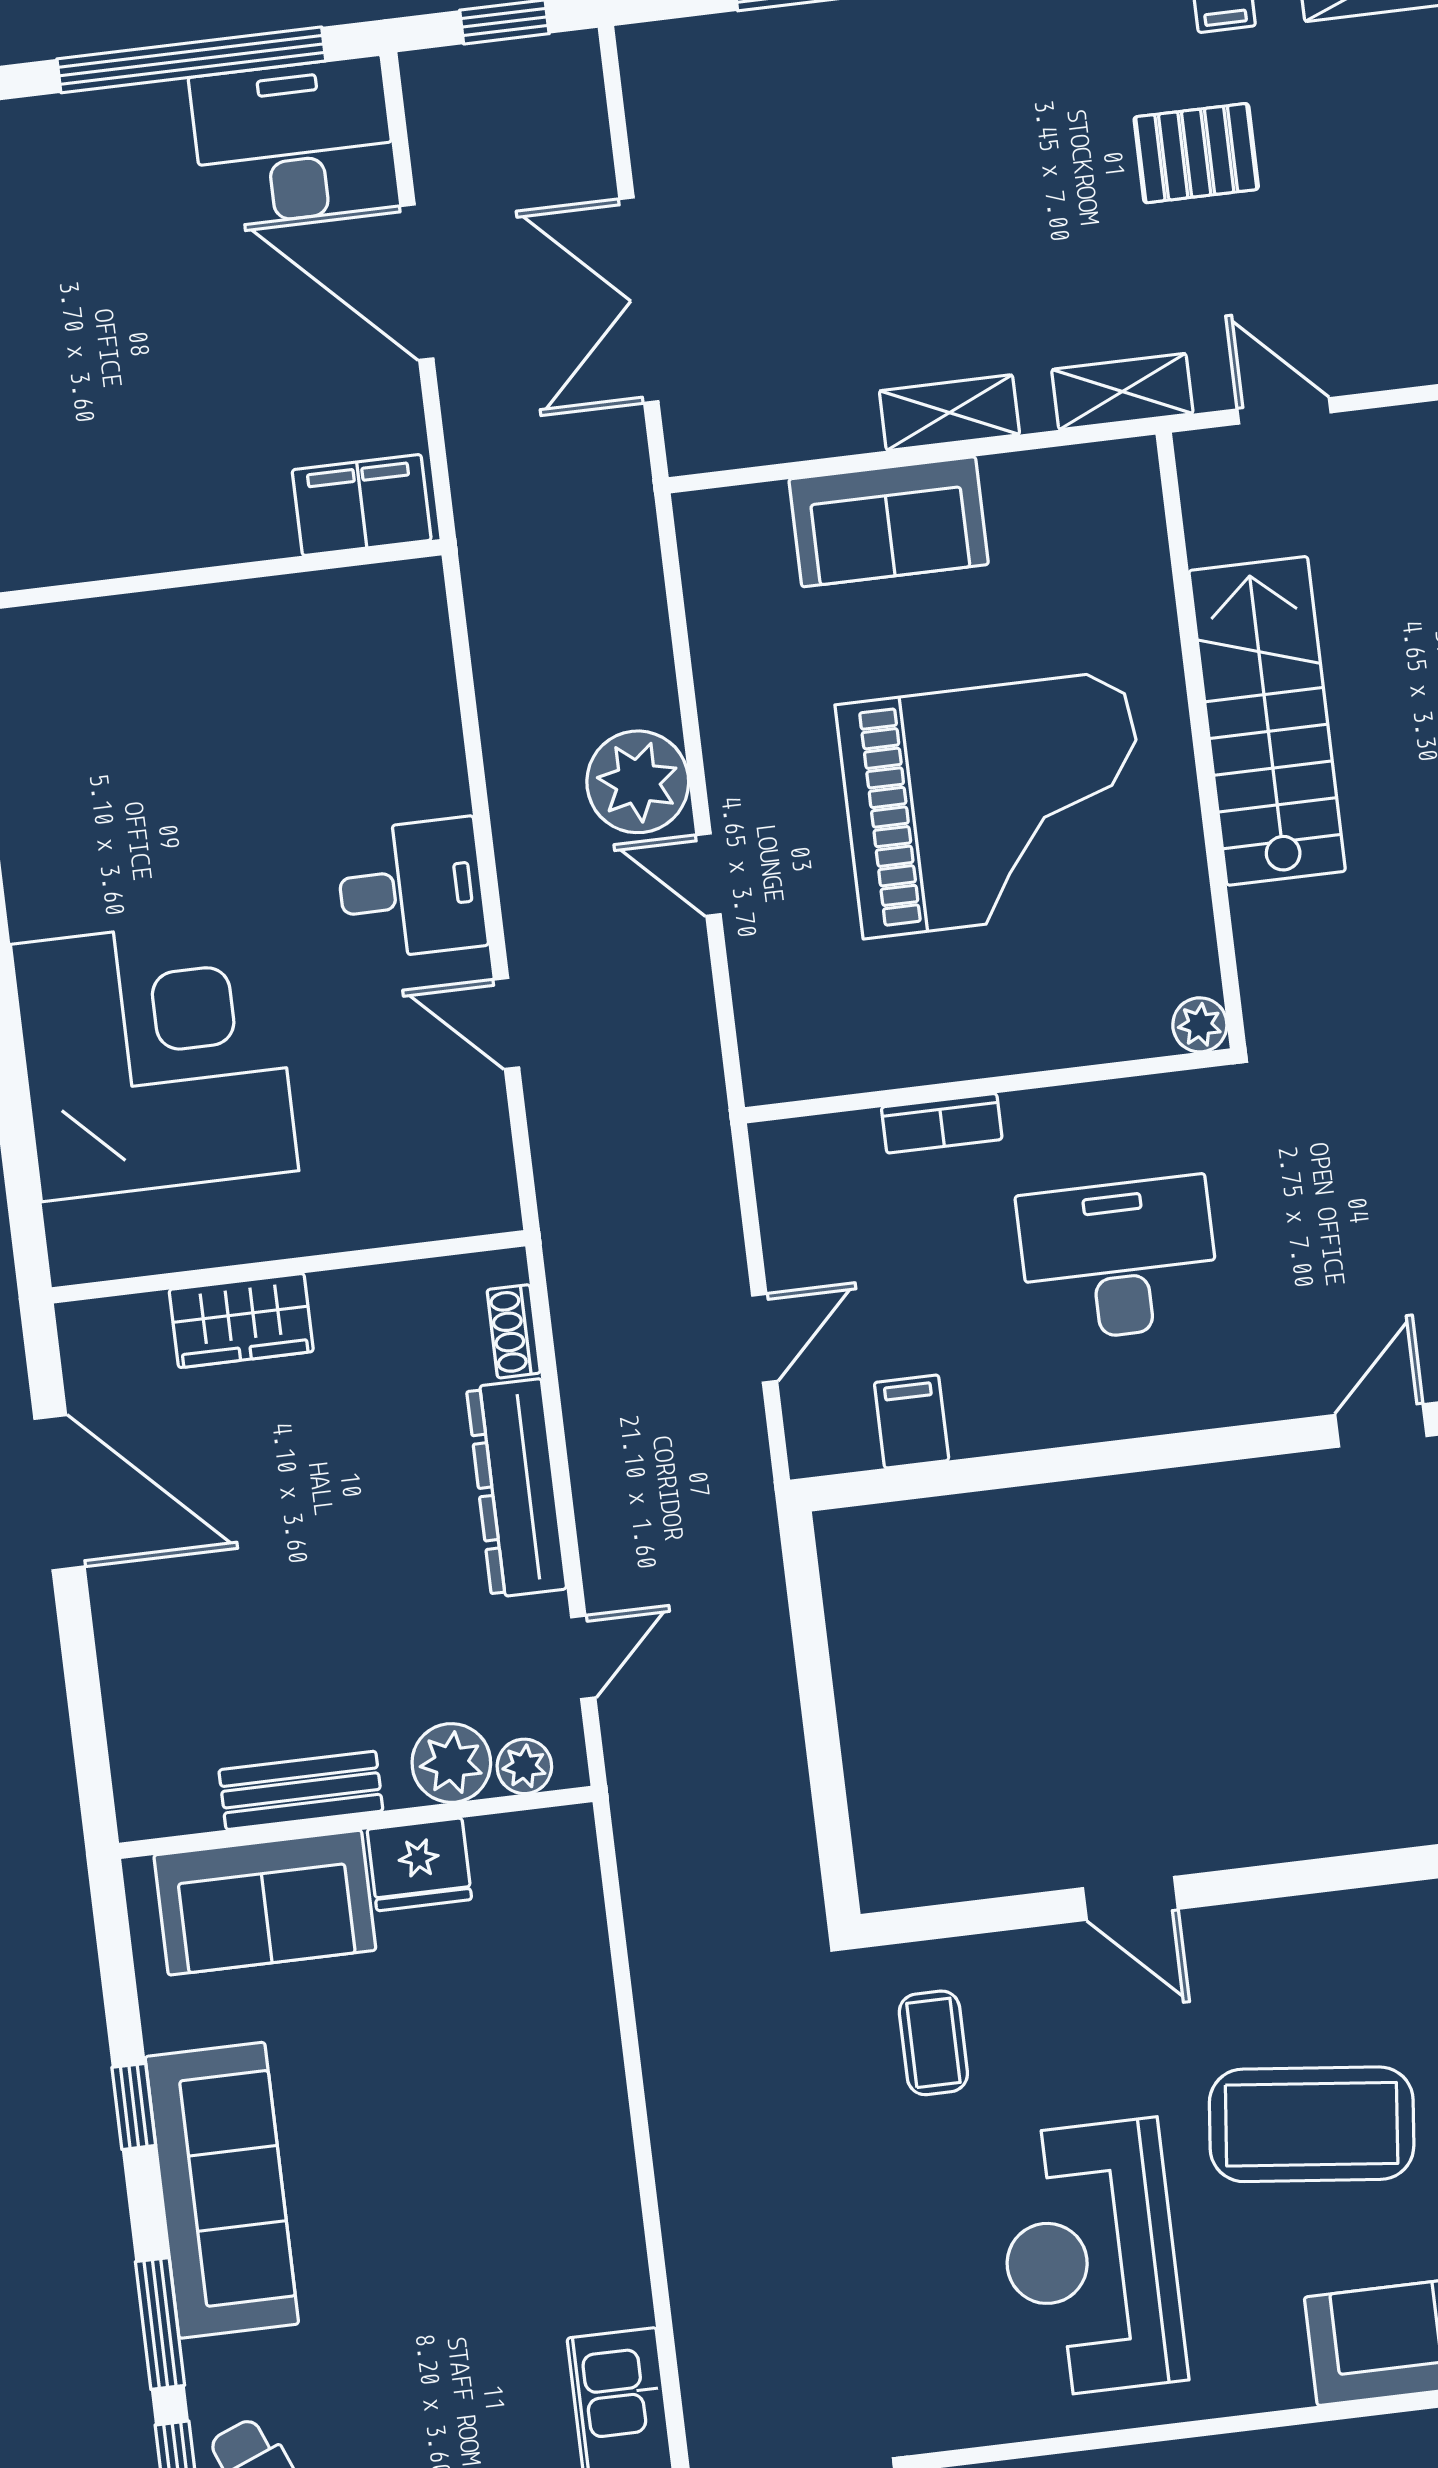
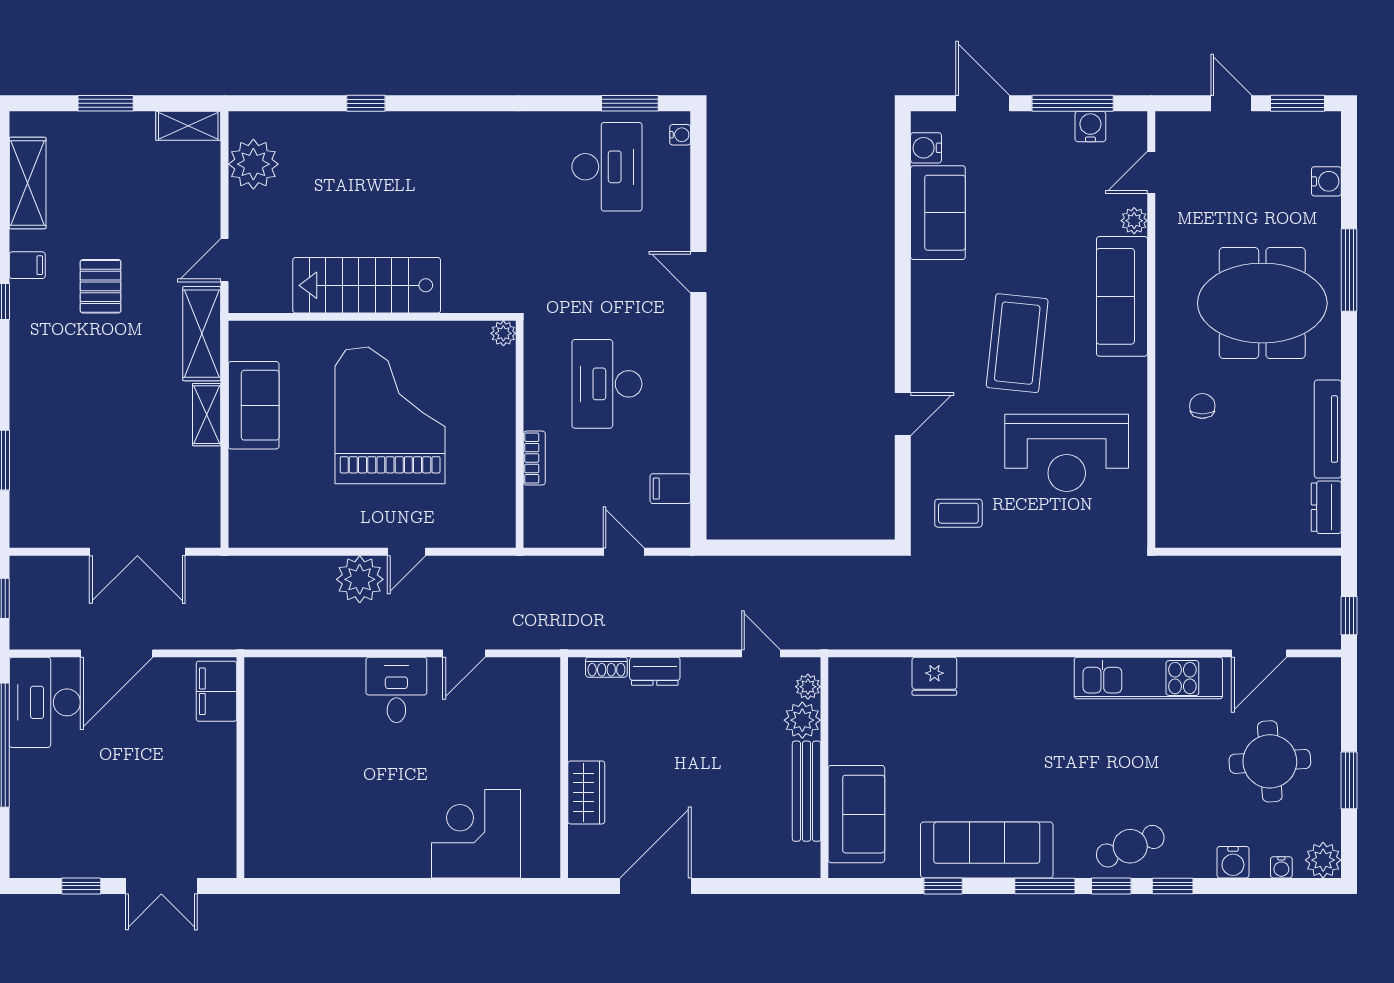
shelving: (1122, 392) -> (202, 334), width x1.50, depth x1.33
sofa: (889, 522) -> (254, 405), moved
corner desk: (155, 1057) -> (476, 834), width x0.74, depth x0.74
dresser: (516, 1488) -> (655, 671), width x0.51, depth x0.80
bench: (301, 1790) -> (807, 791), width x1.36
fridge: (419, 1864) -> (934, 676), moved, turned 90

